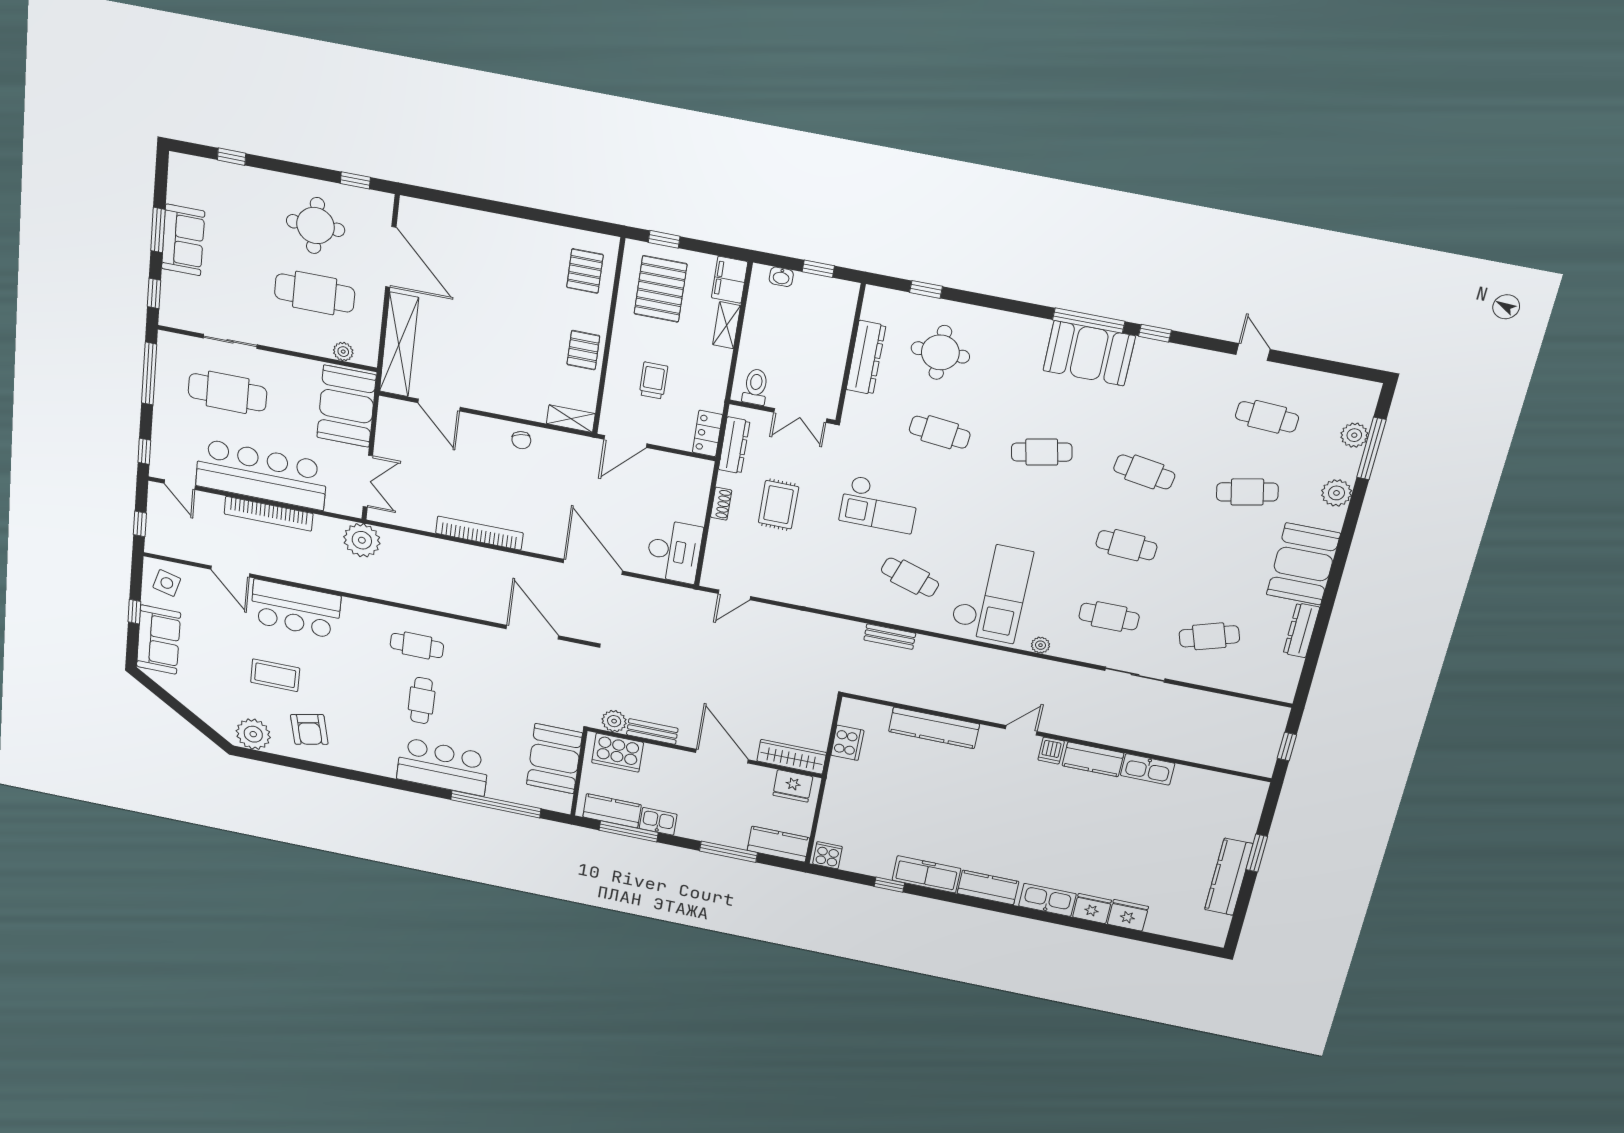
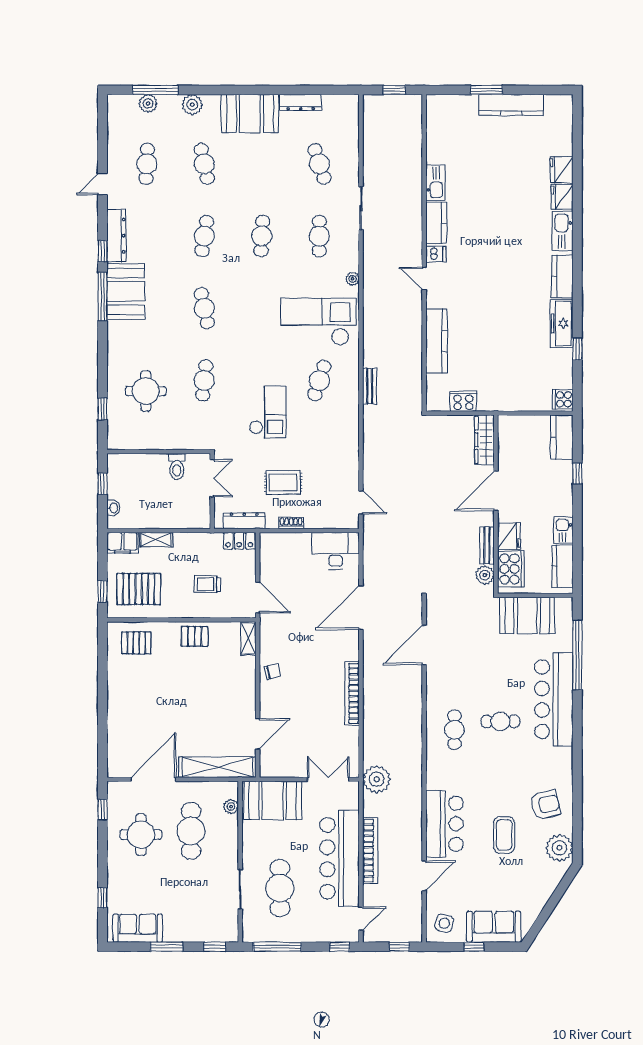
sofa: (183, 240) -> (138, 928), moved
dresser: (866, 358) -> (116, 236), moved, turned 90
toilet: (755, 387) -> (177, 467), moved, turned -90
bar counter: (443, 767) -> (554, 699), width x1.36
fridge: (793, 786) -> (509, 536), moved
window: (629, 831) -> (577, 551), removed
window: (729, 852) -> (577, 474), width x0.46

